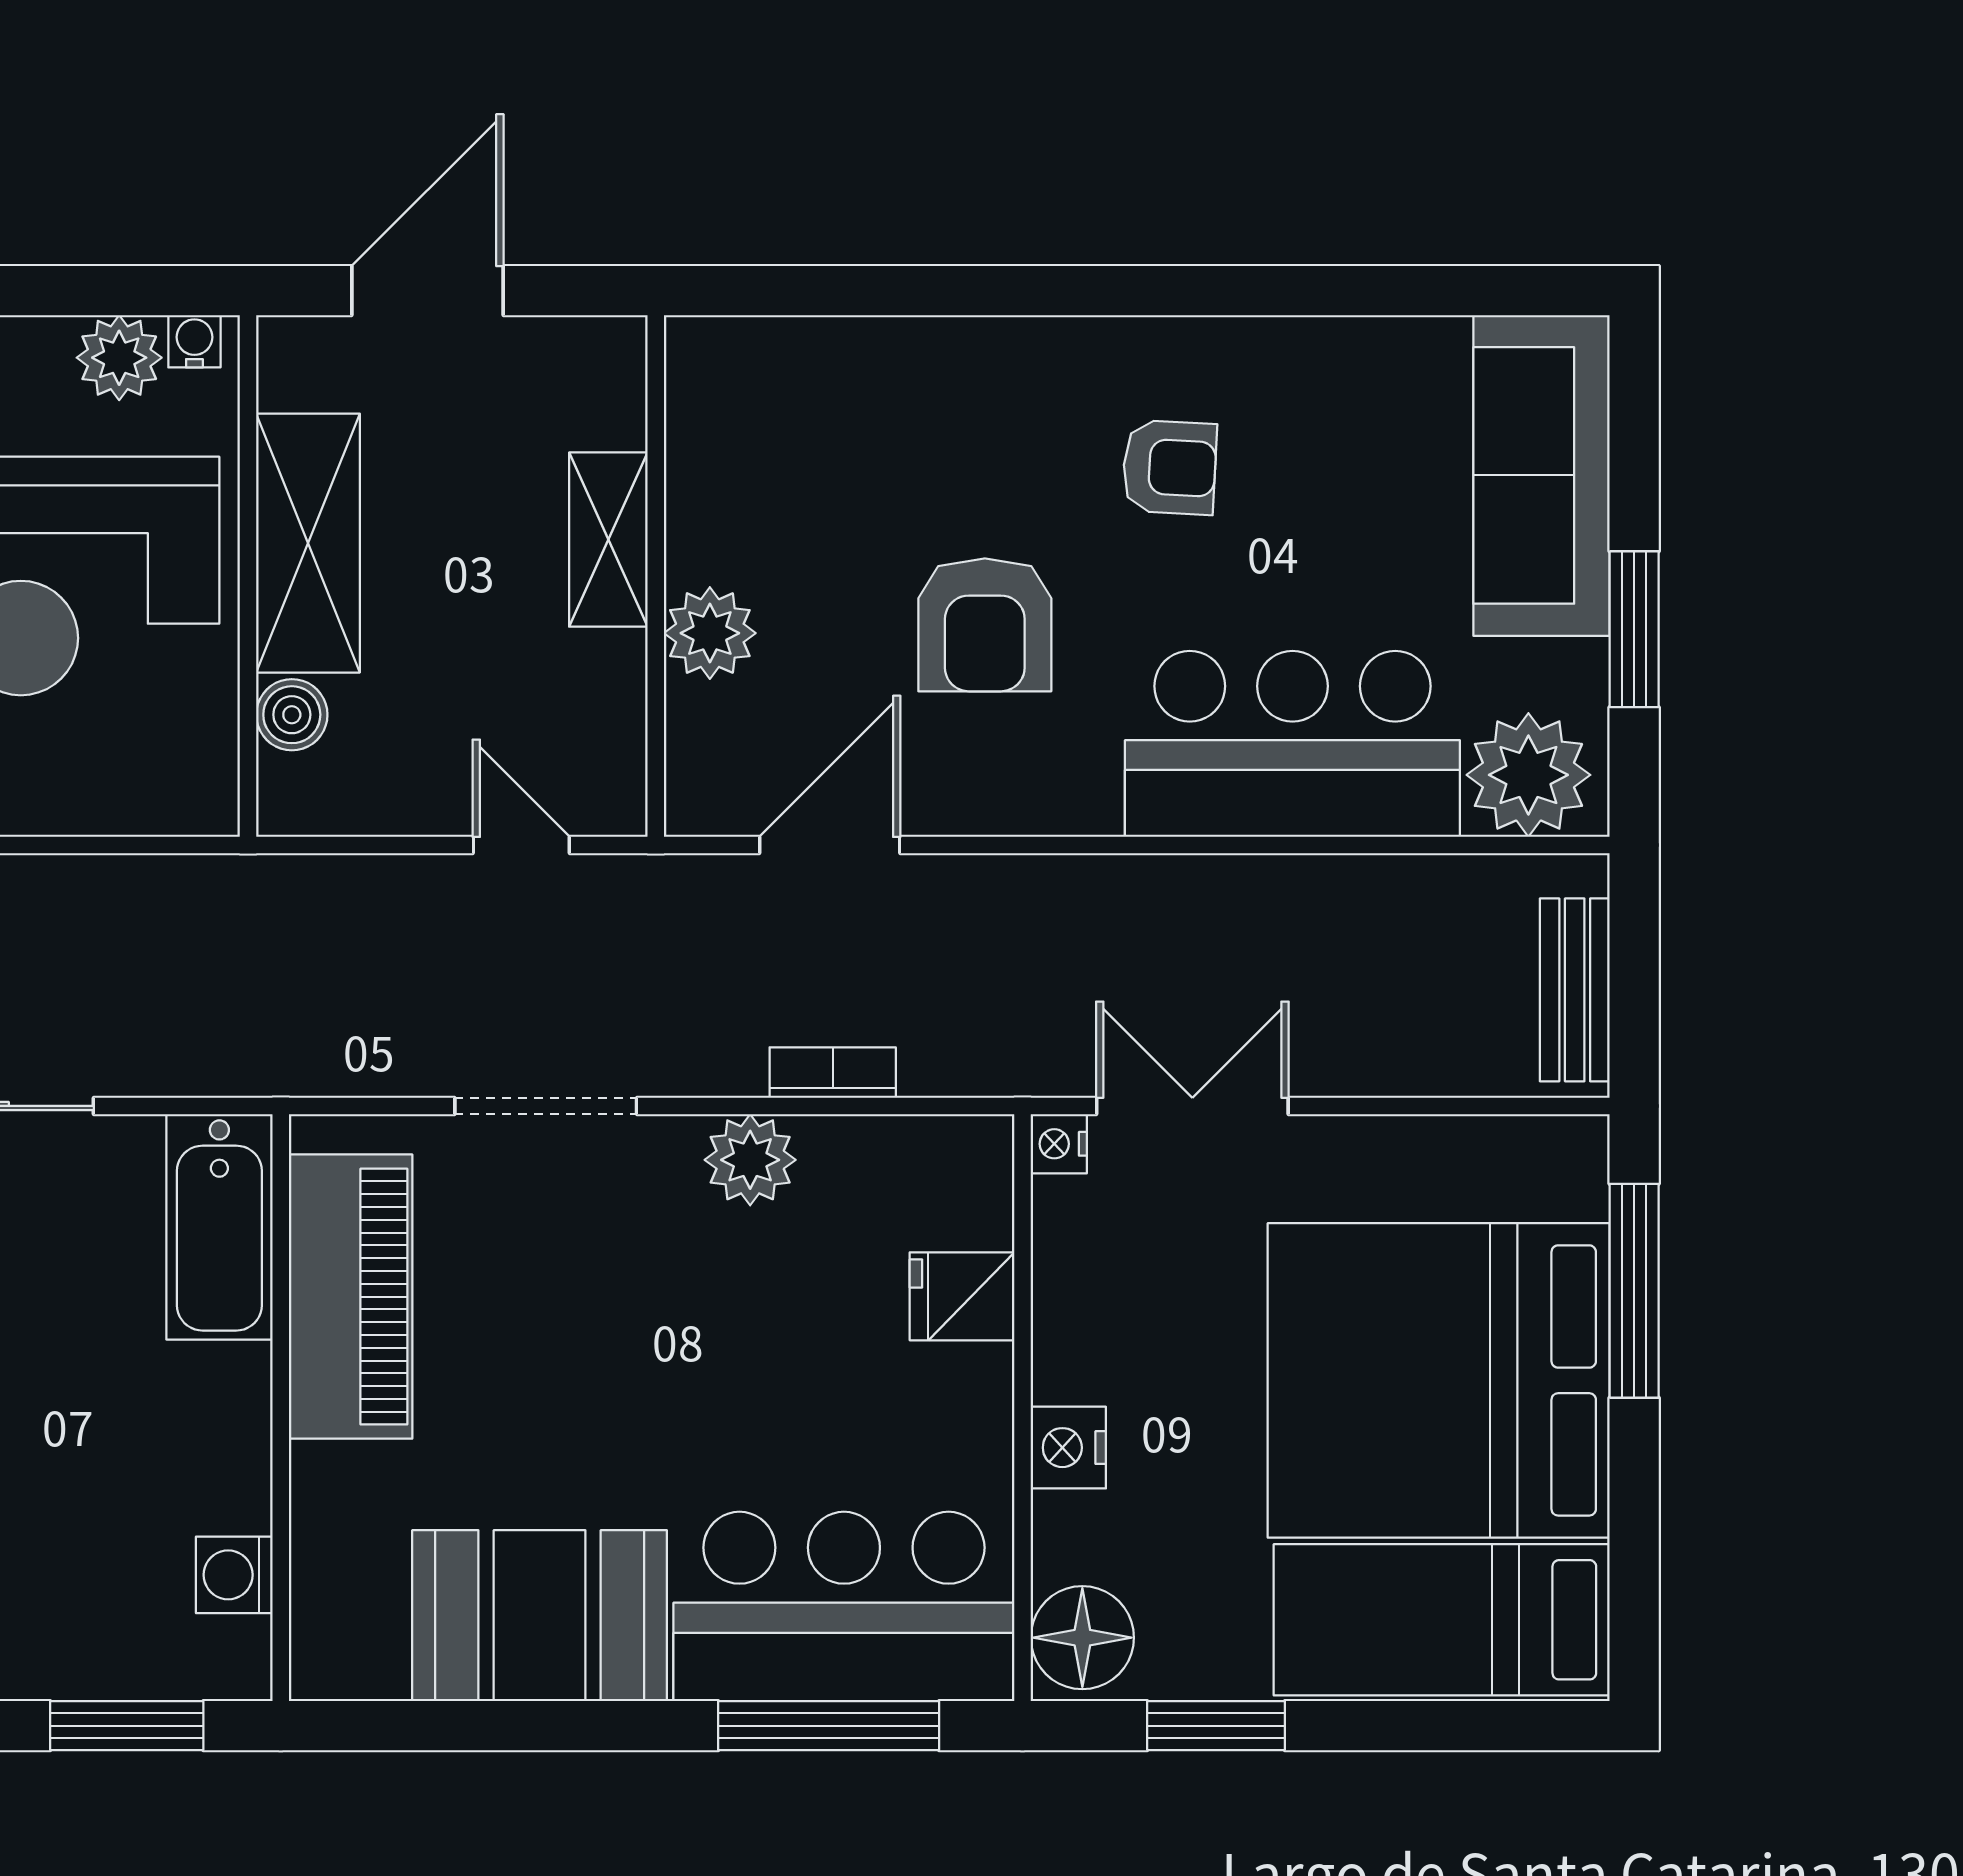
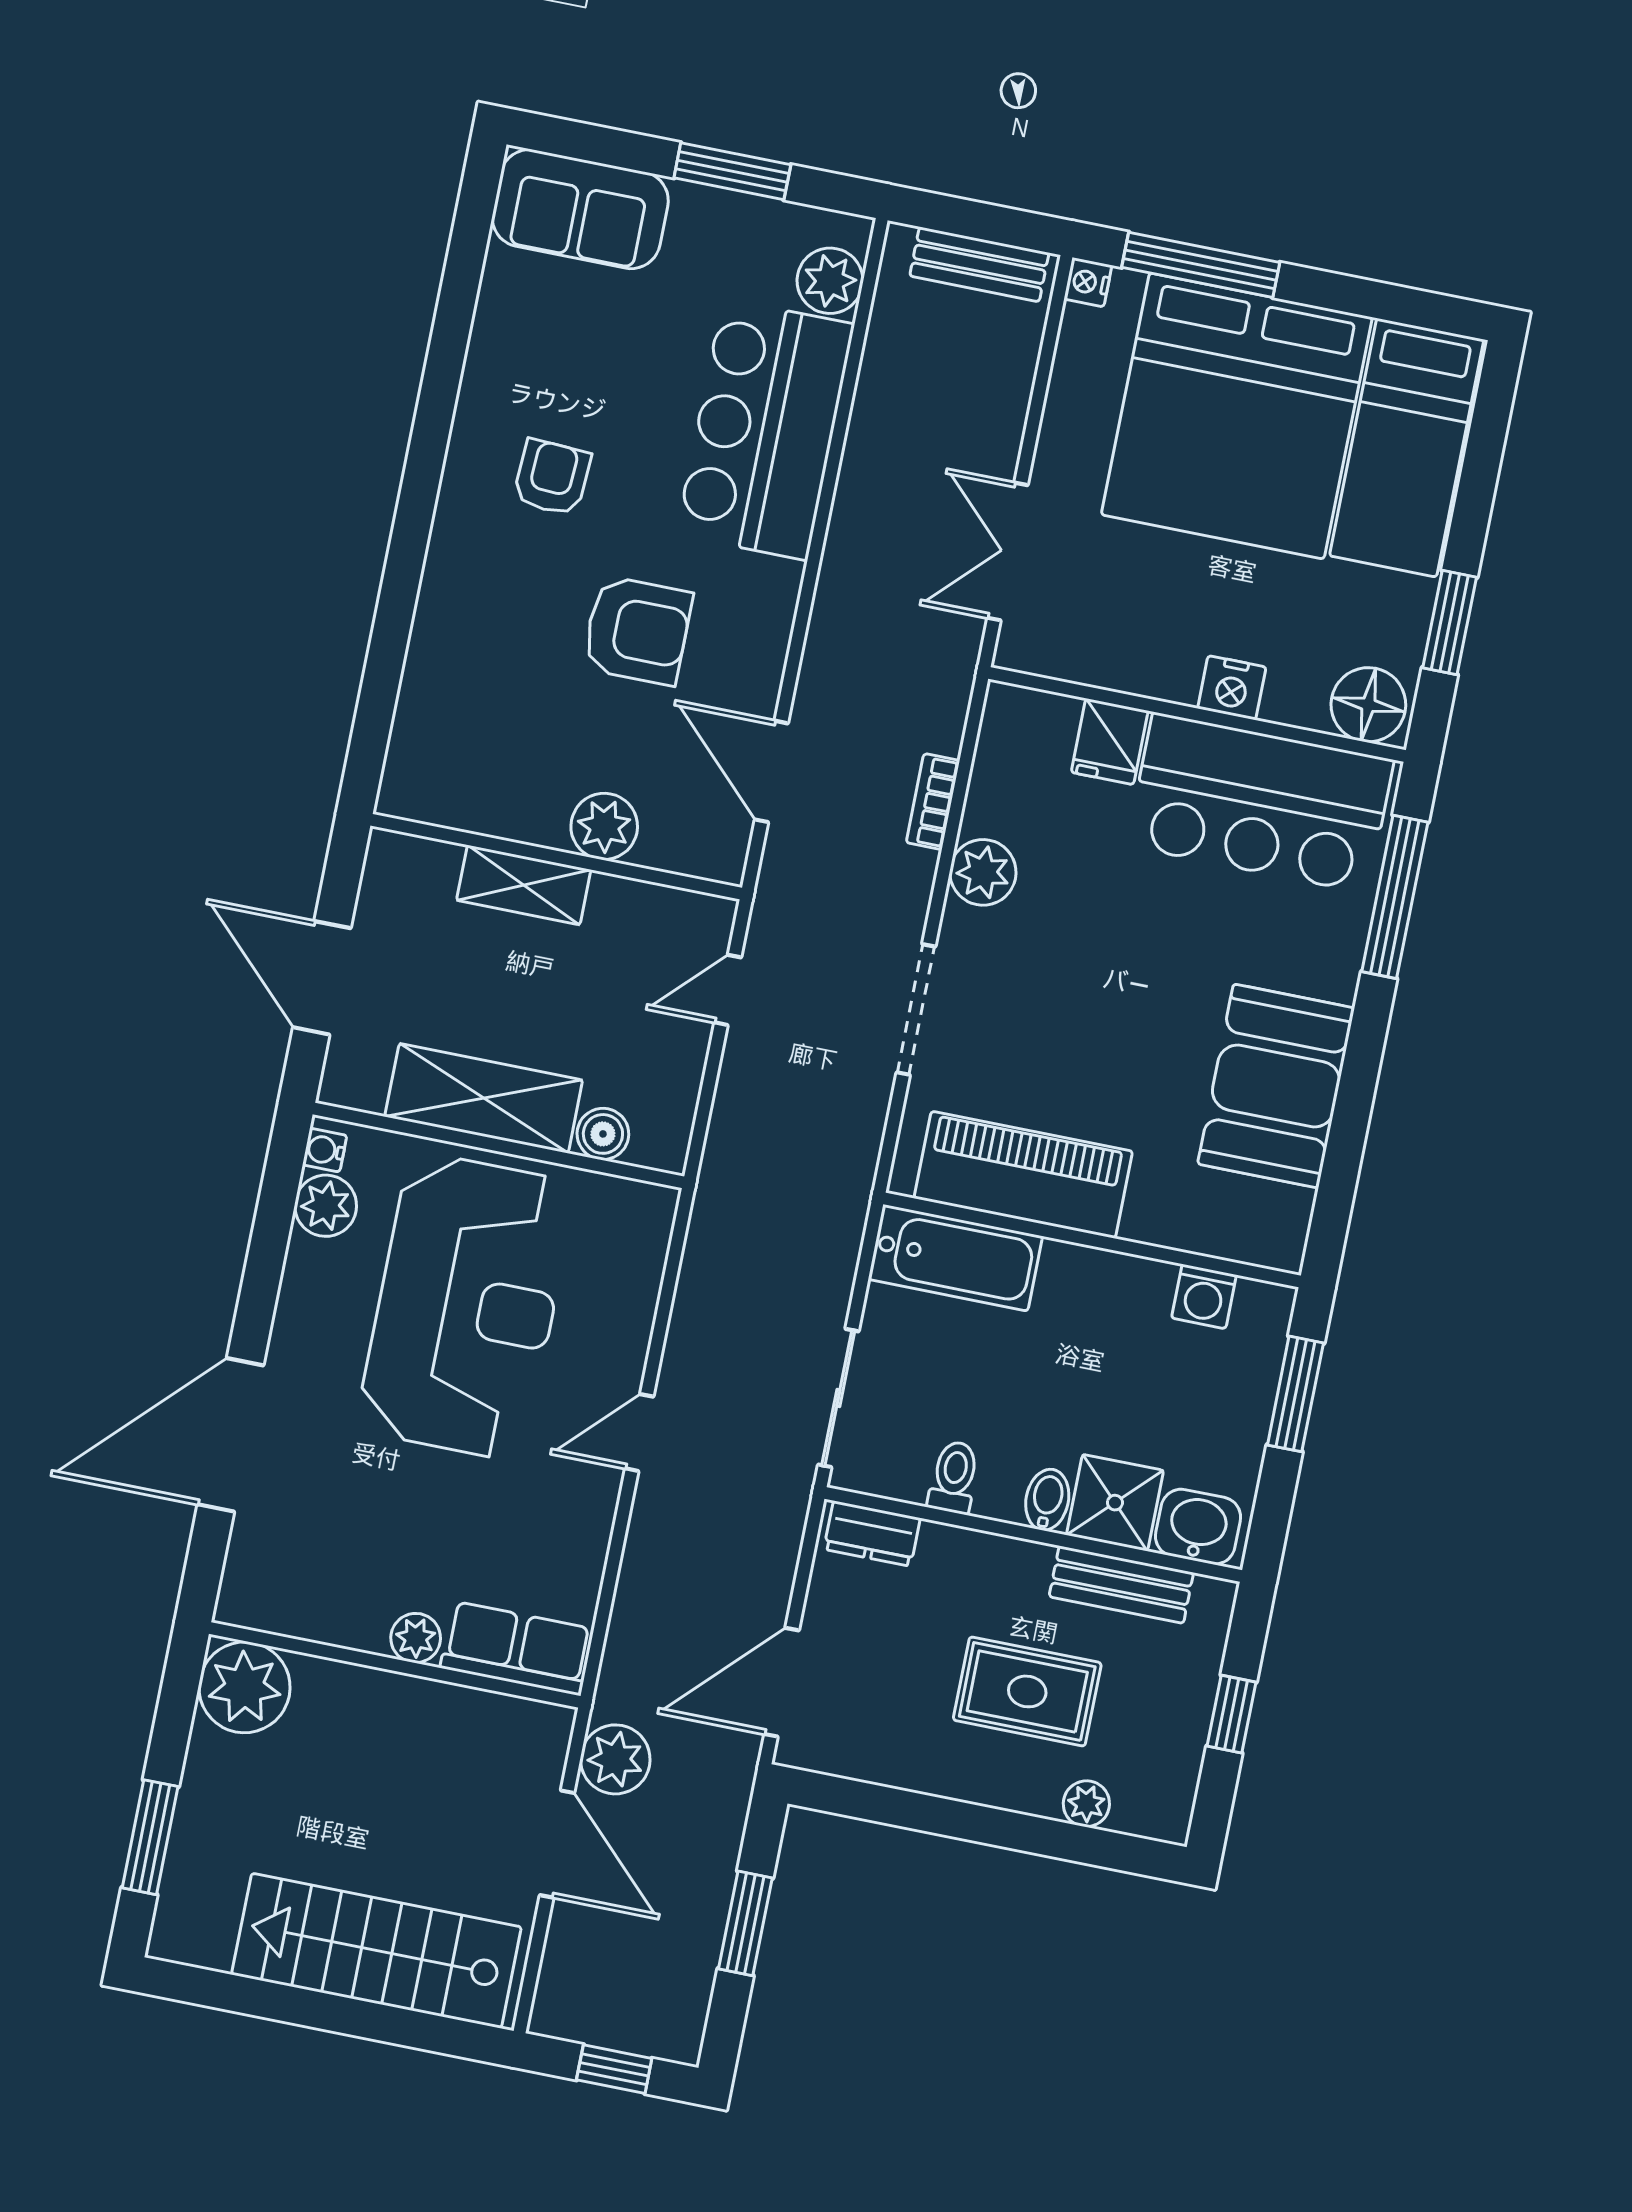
sofa: (1541, 475) -> (580, 209), width x0.73
plant: (1528, 775) -> (830, 281), width x0.73, depth x0.73
nightstand: (1059, 1144) -> (1088, 282), moved, turned 90
bar counter: (844, 1606) -> (1260, 803), moved, turned -90

